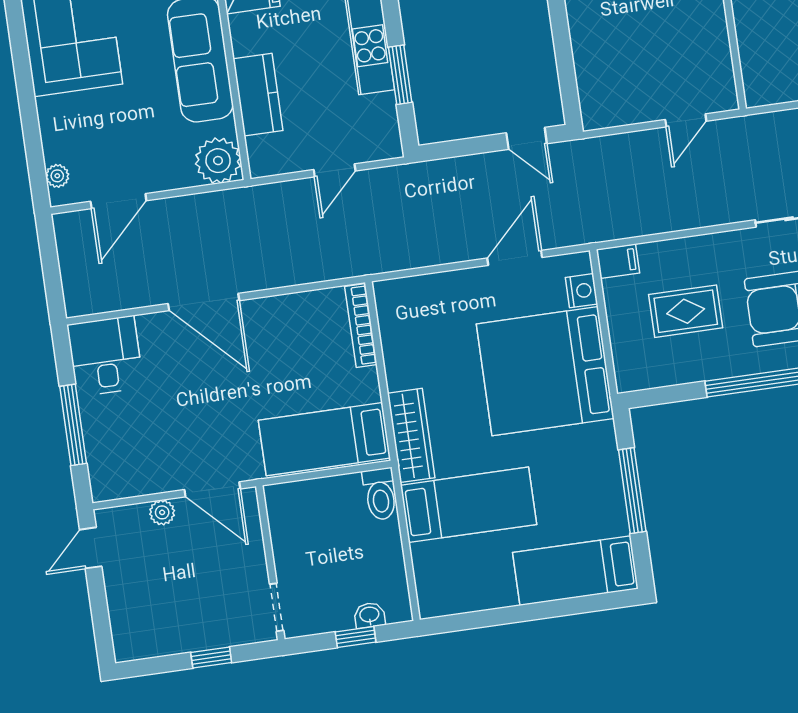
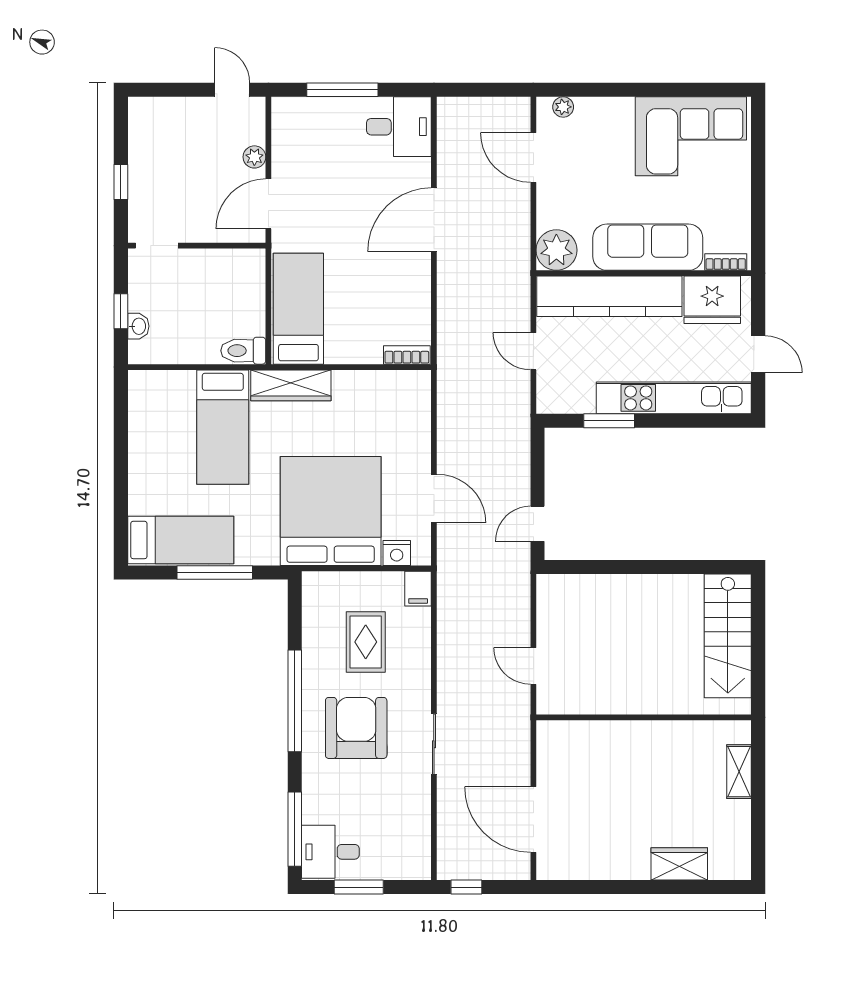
kitchen counter: (258, 95) -> (609, 296), width x2.08, depth x1.17
bookcase: (361, 325) -> (407, 355), width x0.64
bed: (575, 571) -> (181, 540), moved, turned 90

